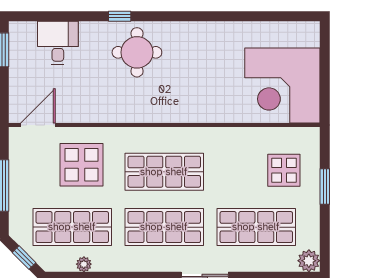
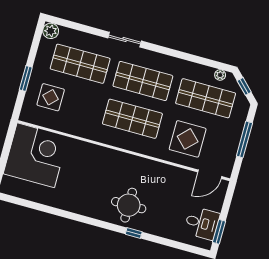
desk: (58, 43) -> (202, 223), moved, turned -90
plant: (84, 264) -> (220, 75), moved

